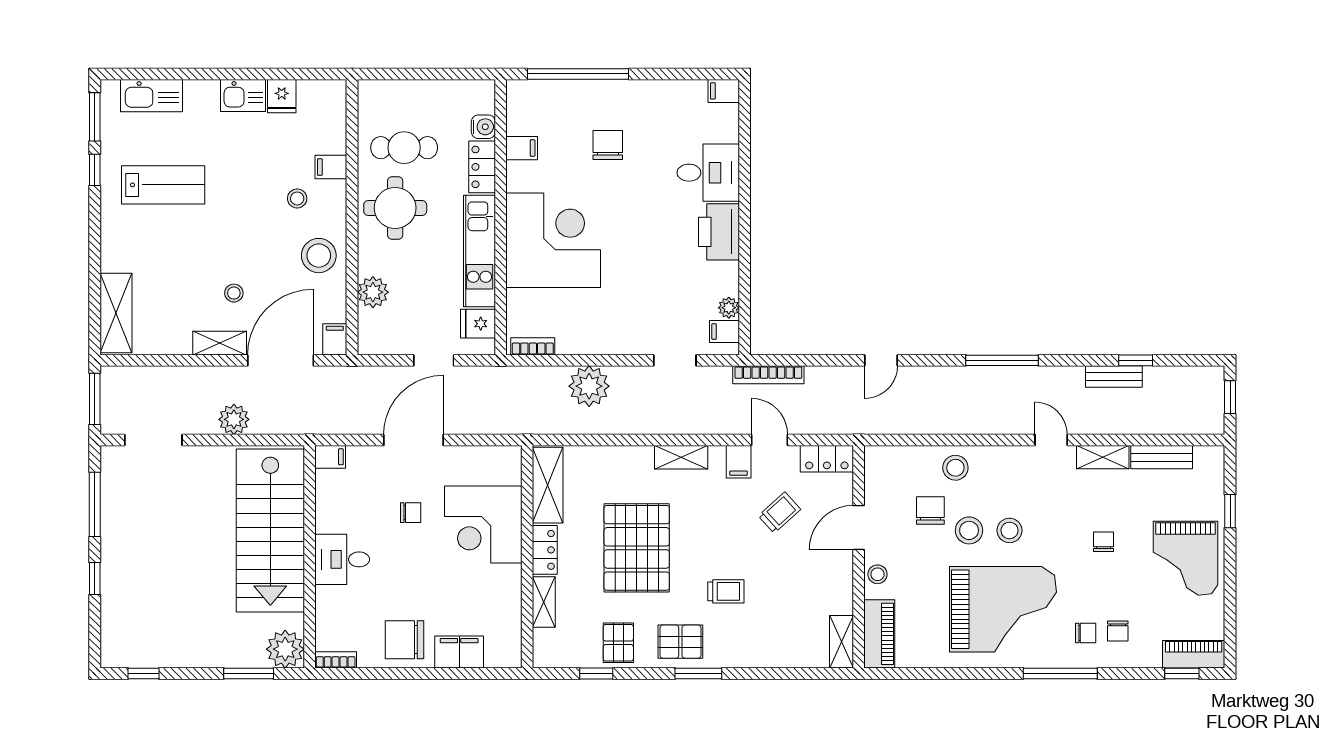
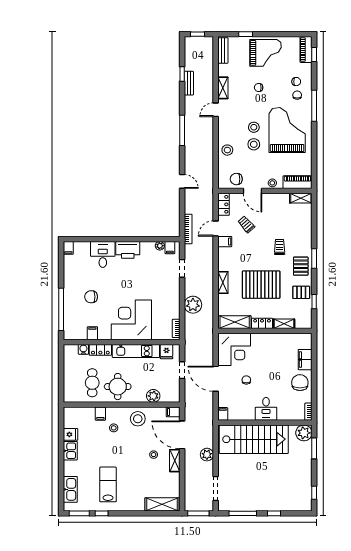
shelving: (681, 457) -> (223, 282), moved
bench: (1162, 457) -> (223, 50), moved
chair: (930, 511) -> (236, 179), moved
corner desk: (483, 524) -> (234, 349), moved
chair: (404, 640) -> (300, 383), turned 180

